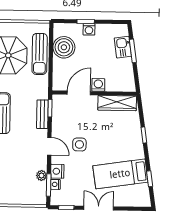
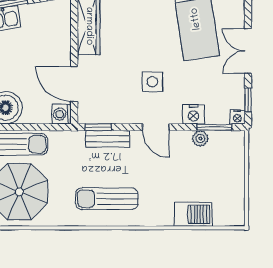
washing machine: (98, 85) -> (62, 114), moved
door: (49, 146) -> (156, 127), swing flipped
nightstand: (55, 184) -> (237, 117), moved

